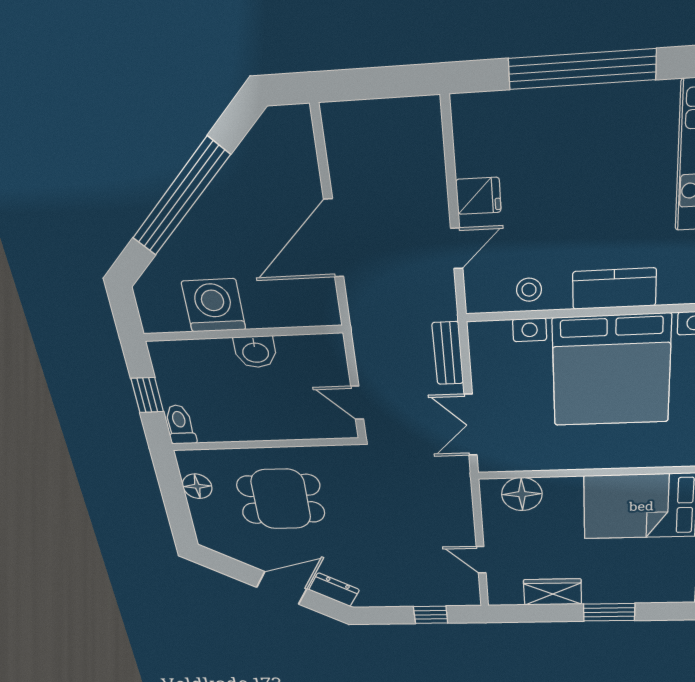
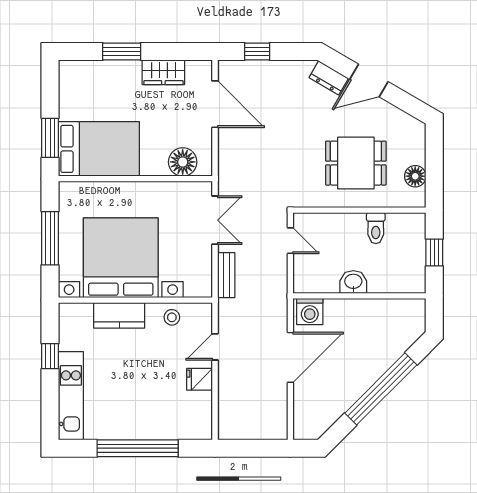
washing machine: (214, 306) -> (310, 312), moved, width x0.73, depth x0.73
toilet: (180, 425) -> (376, 228), moved
door: (481, 560) -> (215, 104), width x1.87

